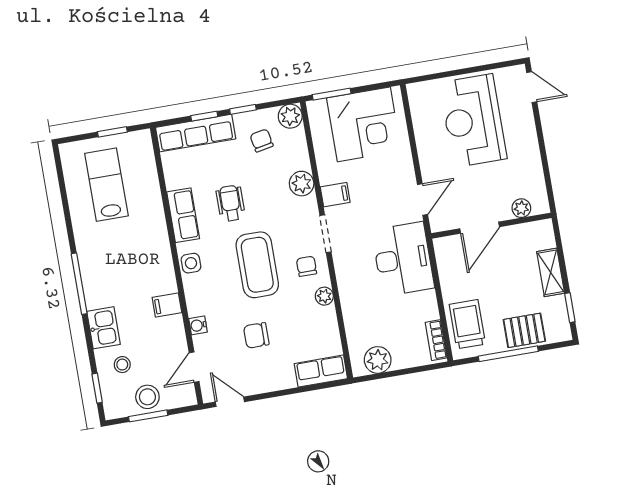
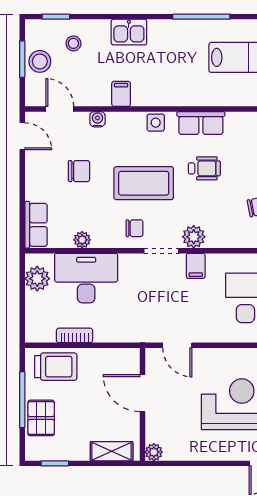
plant: (302, 184) -> (194, 237), moved
plant: (521, 208) -> (154, 452), moved
desk: (403, 259) -> (86, 278), moved, turned 180
shelving: (551, 272) -> (112, 451), moved
window: (79, 284) -> (201, 17), moved
plant: (324, 296) -> (82, 240), moved
kitchen sink: (104, 328) -> (129, 32), moved
chair: (256, 335) -> (79, 171), turned 90
bookcase: (436, 340) -> (75, 335), moved
door: (230, 402) -> (22, 136), hinge flipped

